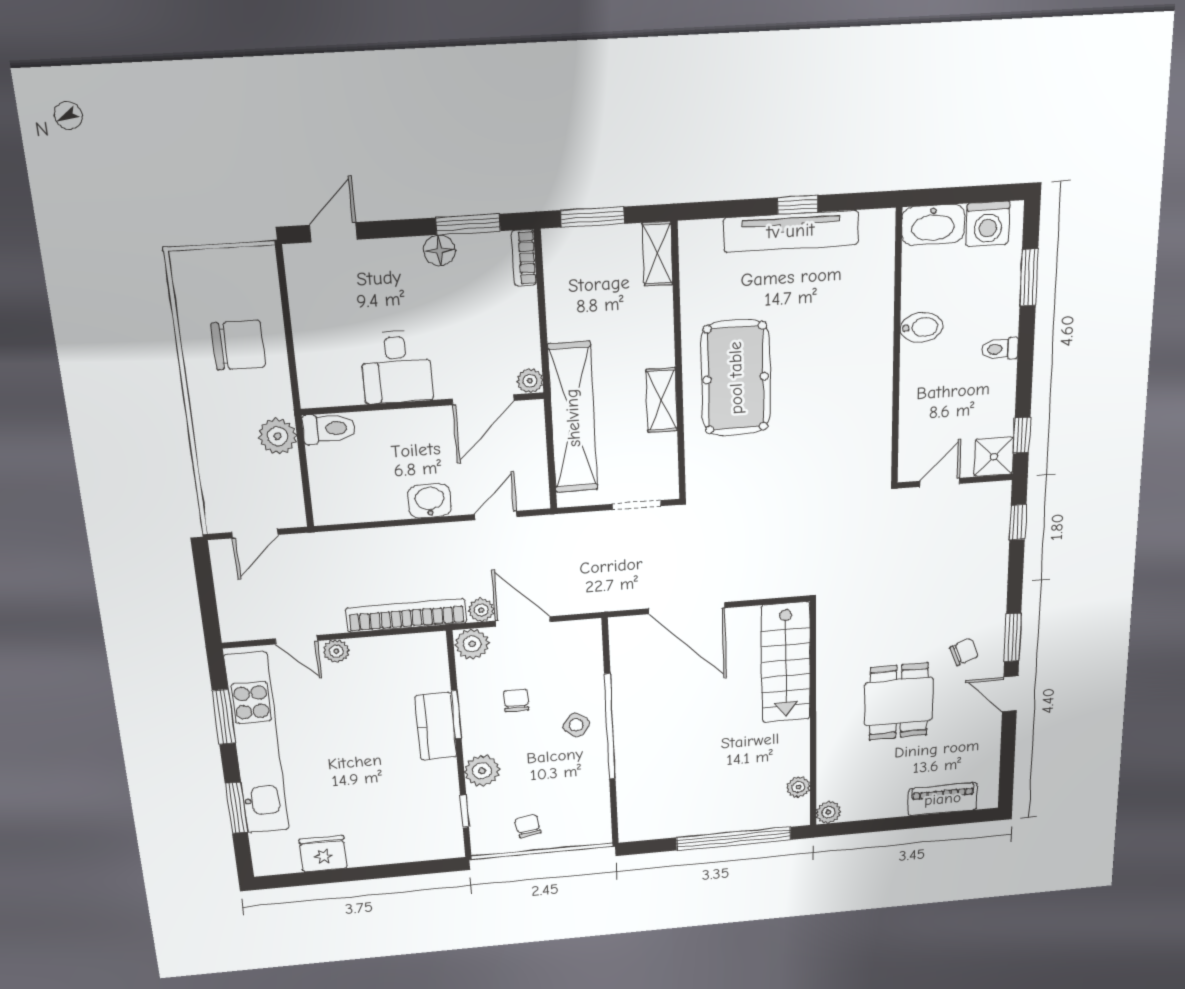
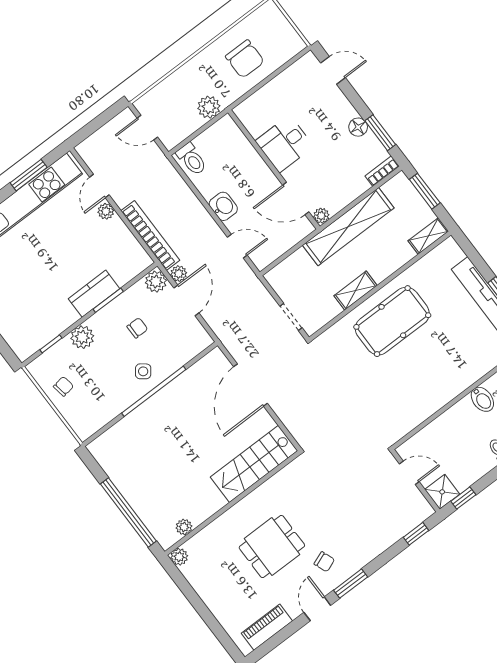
shelving: (573, 418) -> (348, 227), moved
toilet: (329, 429) -> (192, 159), moved
piano: (943, 799) -> (267, 627), moved, turned -90

